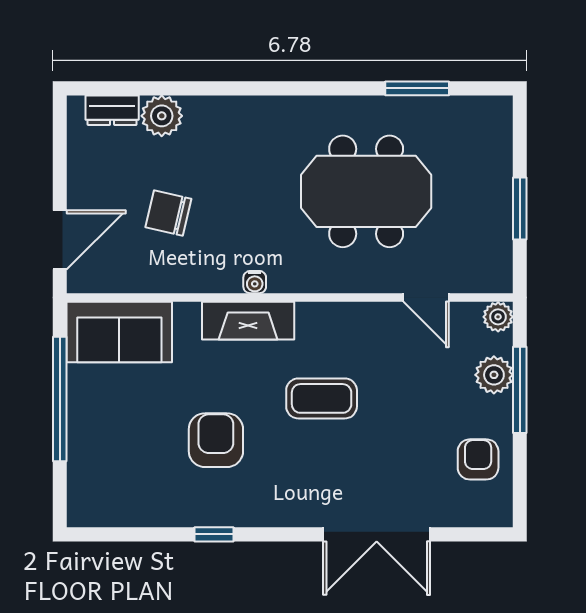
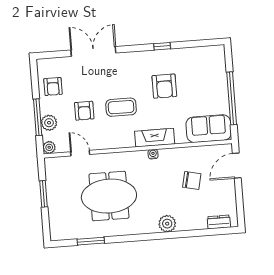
plant: (162, 116) -> (167, 224), moved
armchair: (409, 397) -> (84, 111), added

